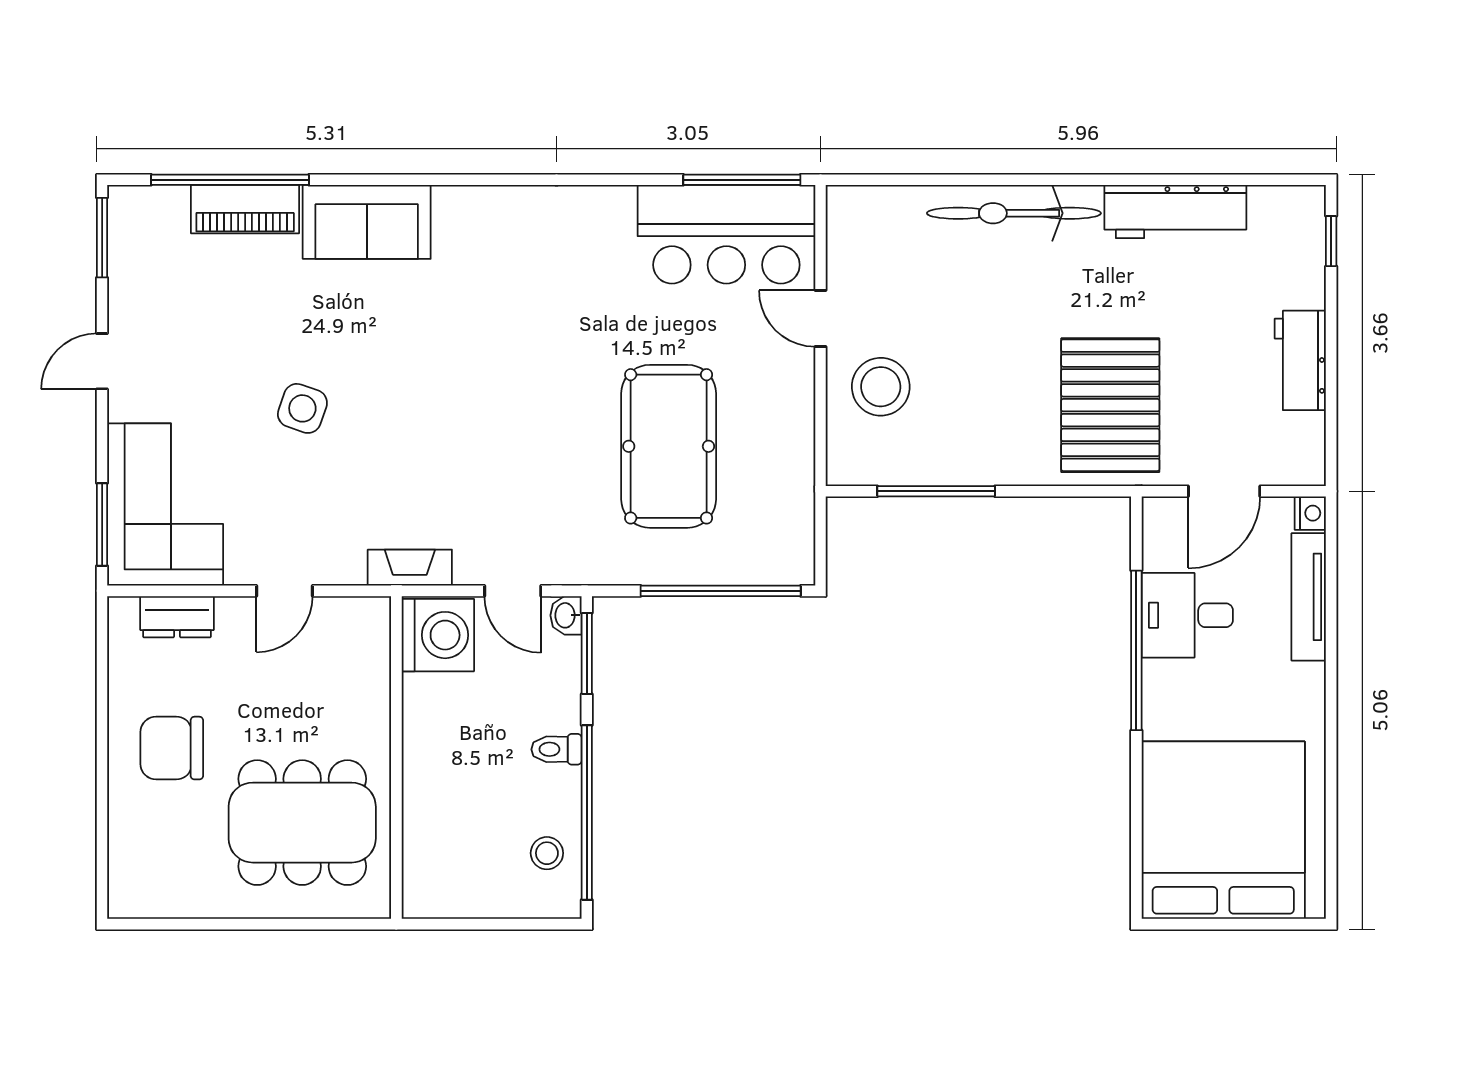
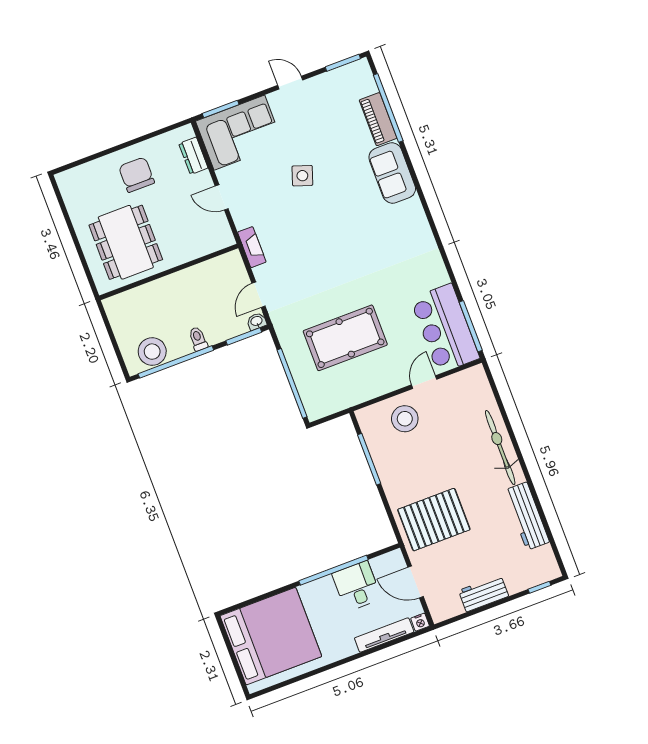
washing machine: (438, 635) -> (228, 270), removed
stool: (547, 853) -> (152, 352), width x1.89, depth x1.89

